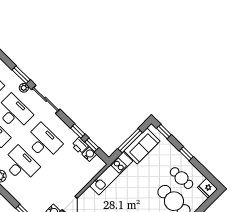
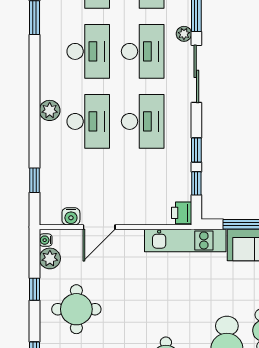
printer: (80, 145) -> (182, 213), moved
water cooler: (89, 154) -> (183, 191), removed

